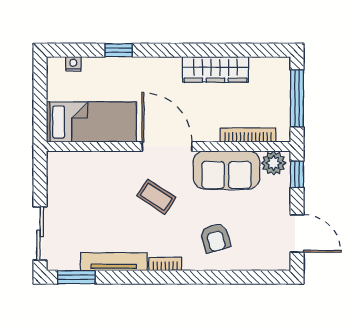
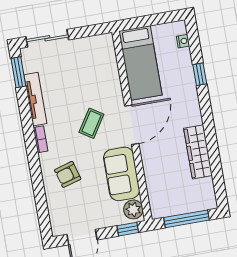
bookcase: (248, 135) -> (152, 186), removed

